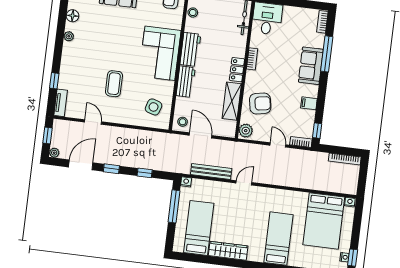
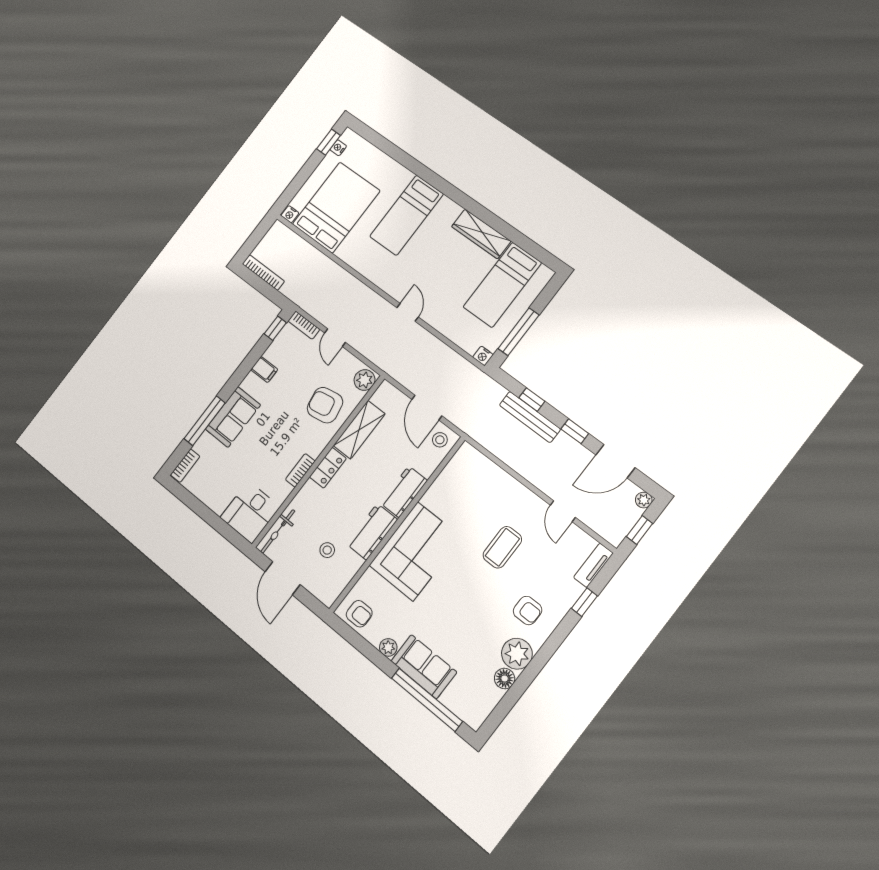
stool: (193, 13) -> (327, 550), moved
plant: (69, 36) -> (517, 654), width x1.88, depth x1.88
armchair: (81, 58) -> (528, 611), added
side table: (154, 107) -> (467, 483), removed
bench: (211, 171) -> (530, 417), moved
door: (244, 183) -> (408, 312), swing flipped

